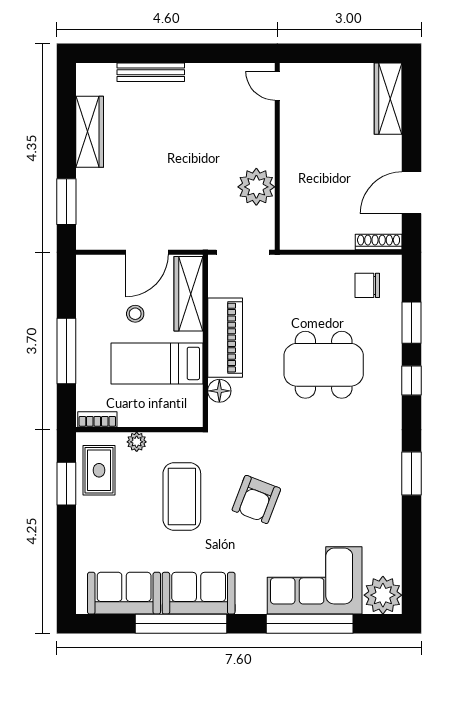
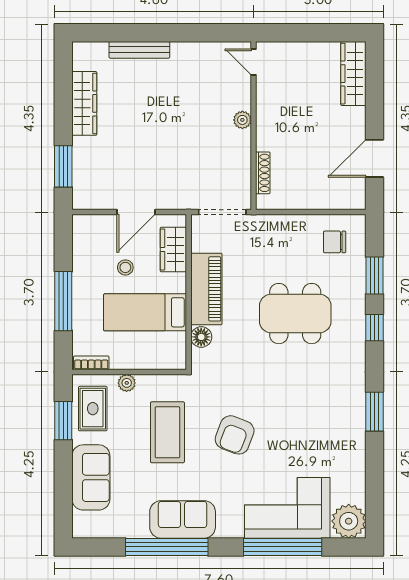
plant: (256, 187) -> (242, 120), moved, width x0.53, depth x0.53
shoe rack: (379, 242) -> (263, 173), moved, turned 90
wardrobe: (189, 294) -> (173, 249), width x0.67
sofa: (124, 593) -> (91, 477), moved, turned 90

